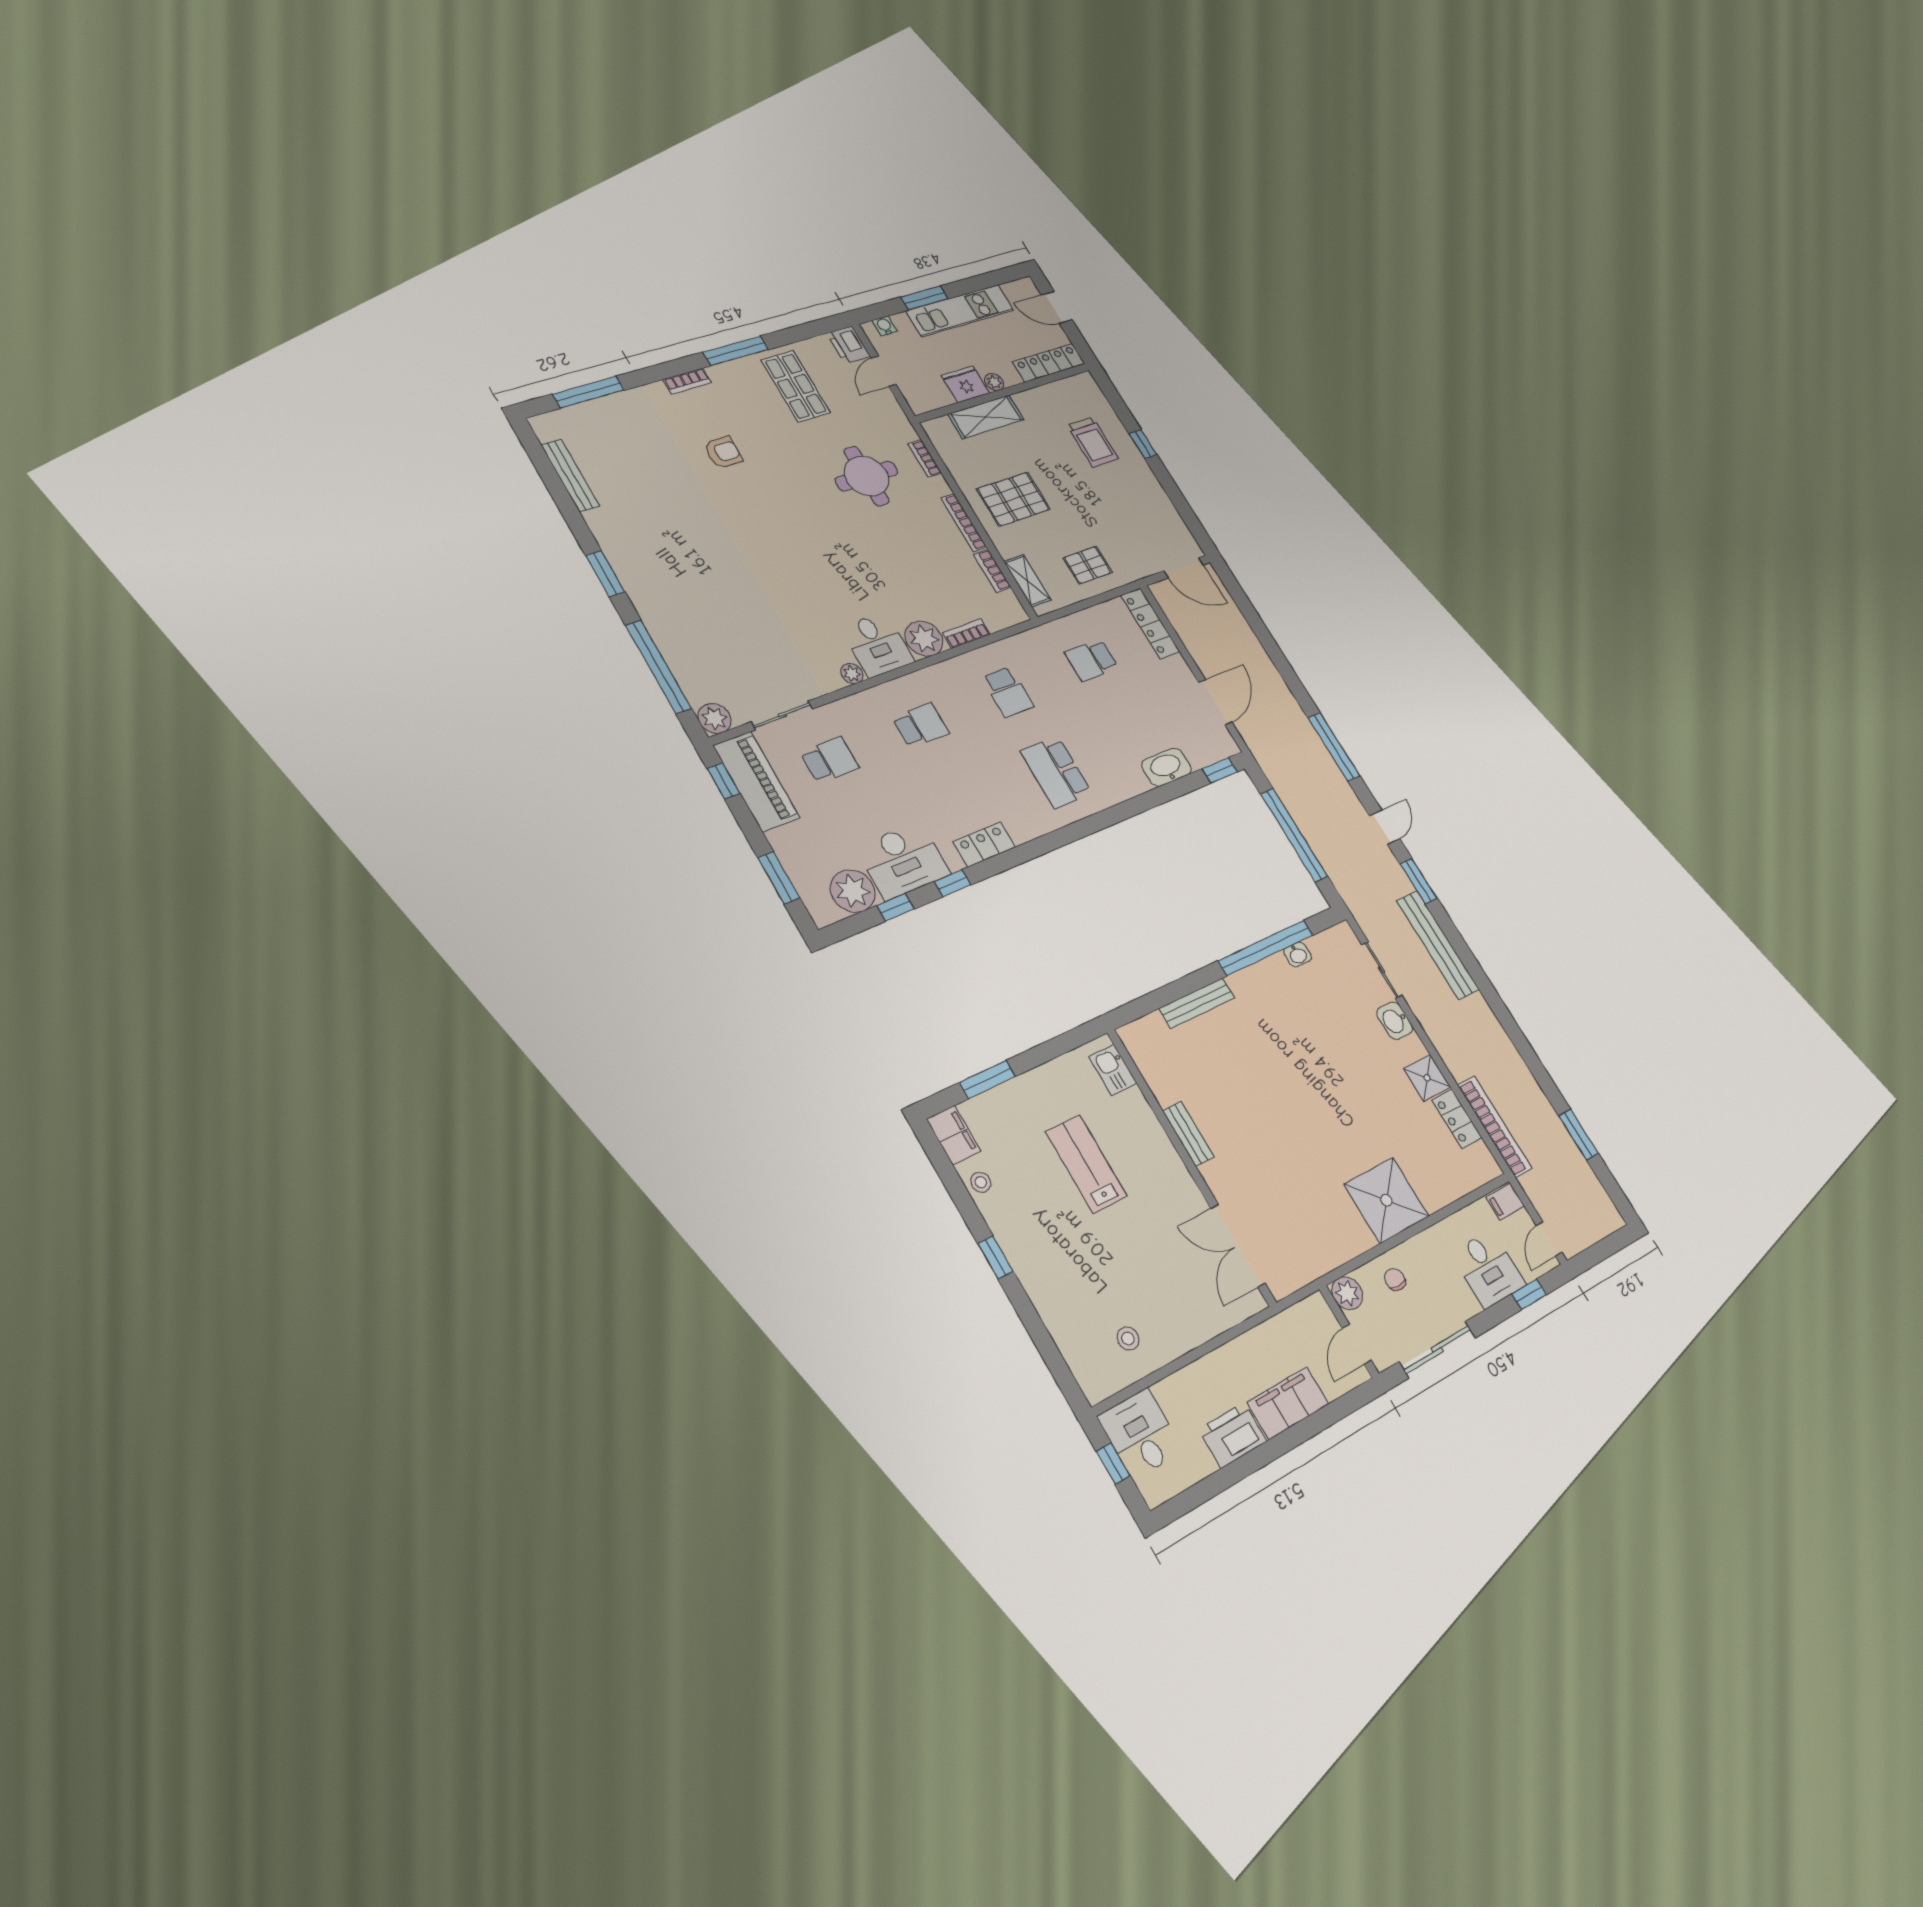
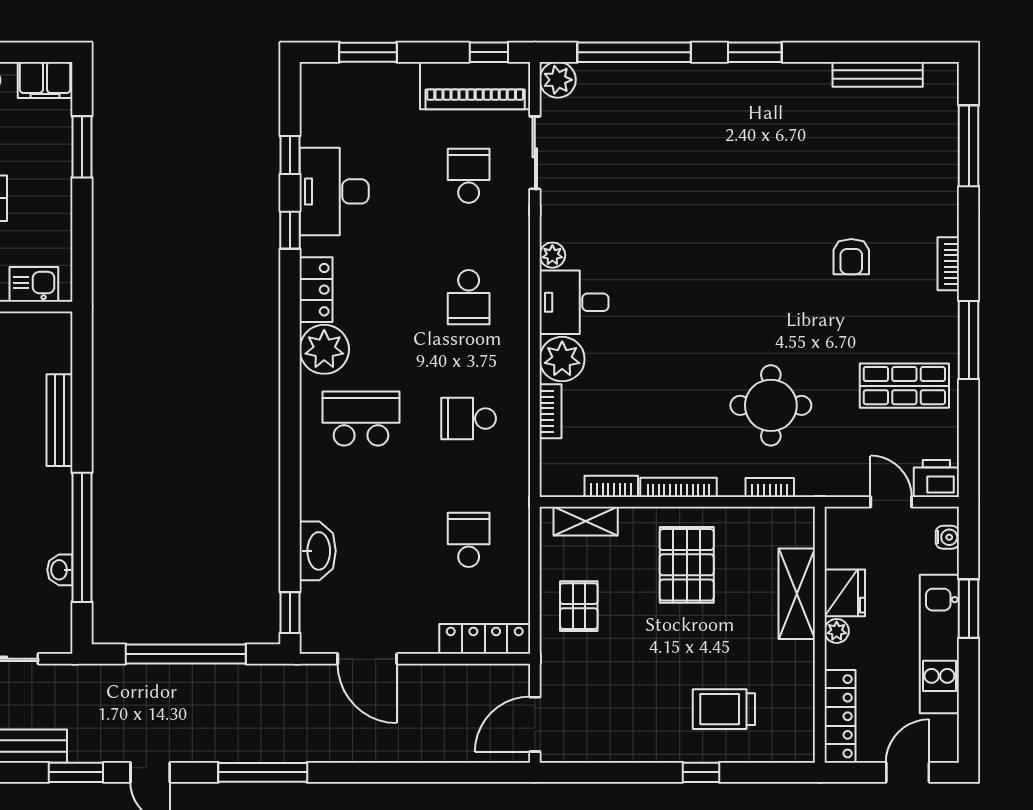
school desk: (830, 760) -> (469, 176), turned 180
plant: (853, 891) -> (324, 349), moved

